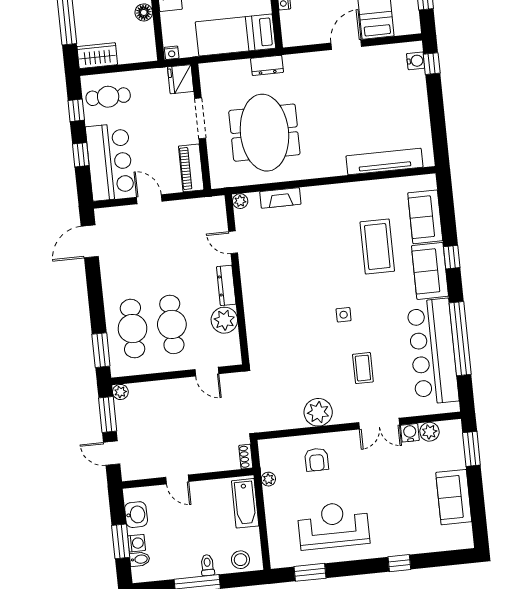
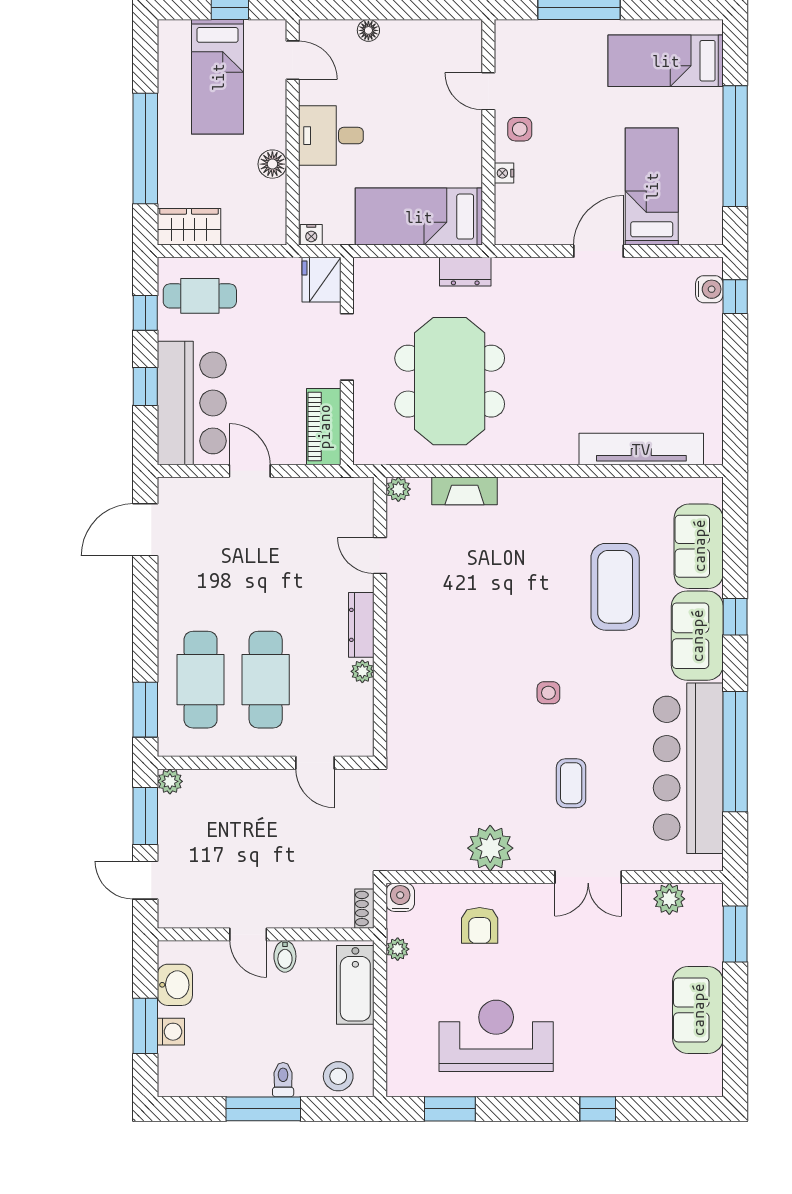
plant: (224, 320) -> (362, 671), width x0.53, depth x0.53
water cooler: (410, 433) -> (400, 897), moved
bidet: (140, 559) -> (285, 956), moved, turned 90

